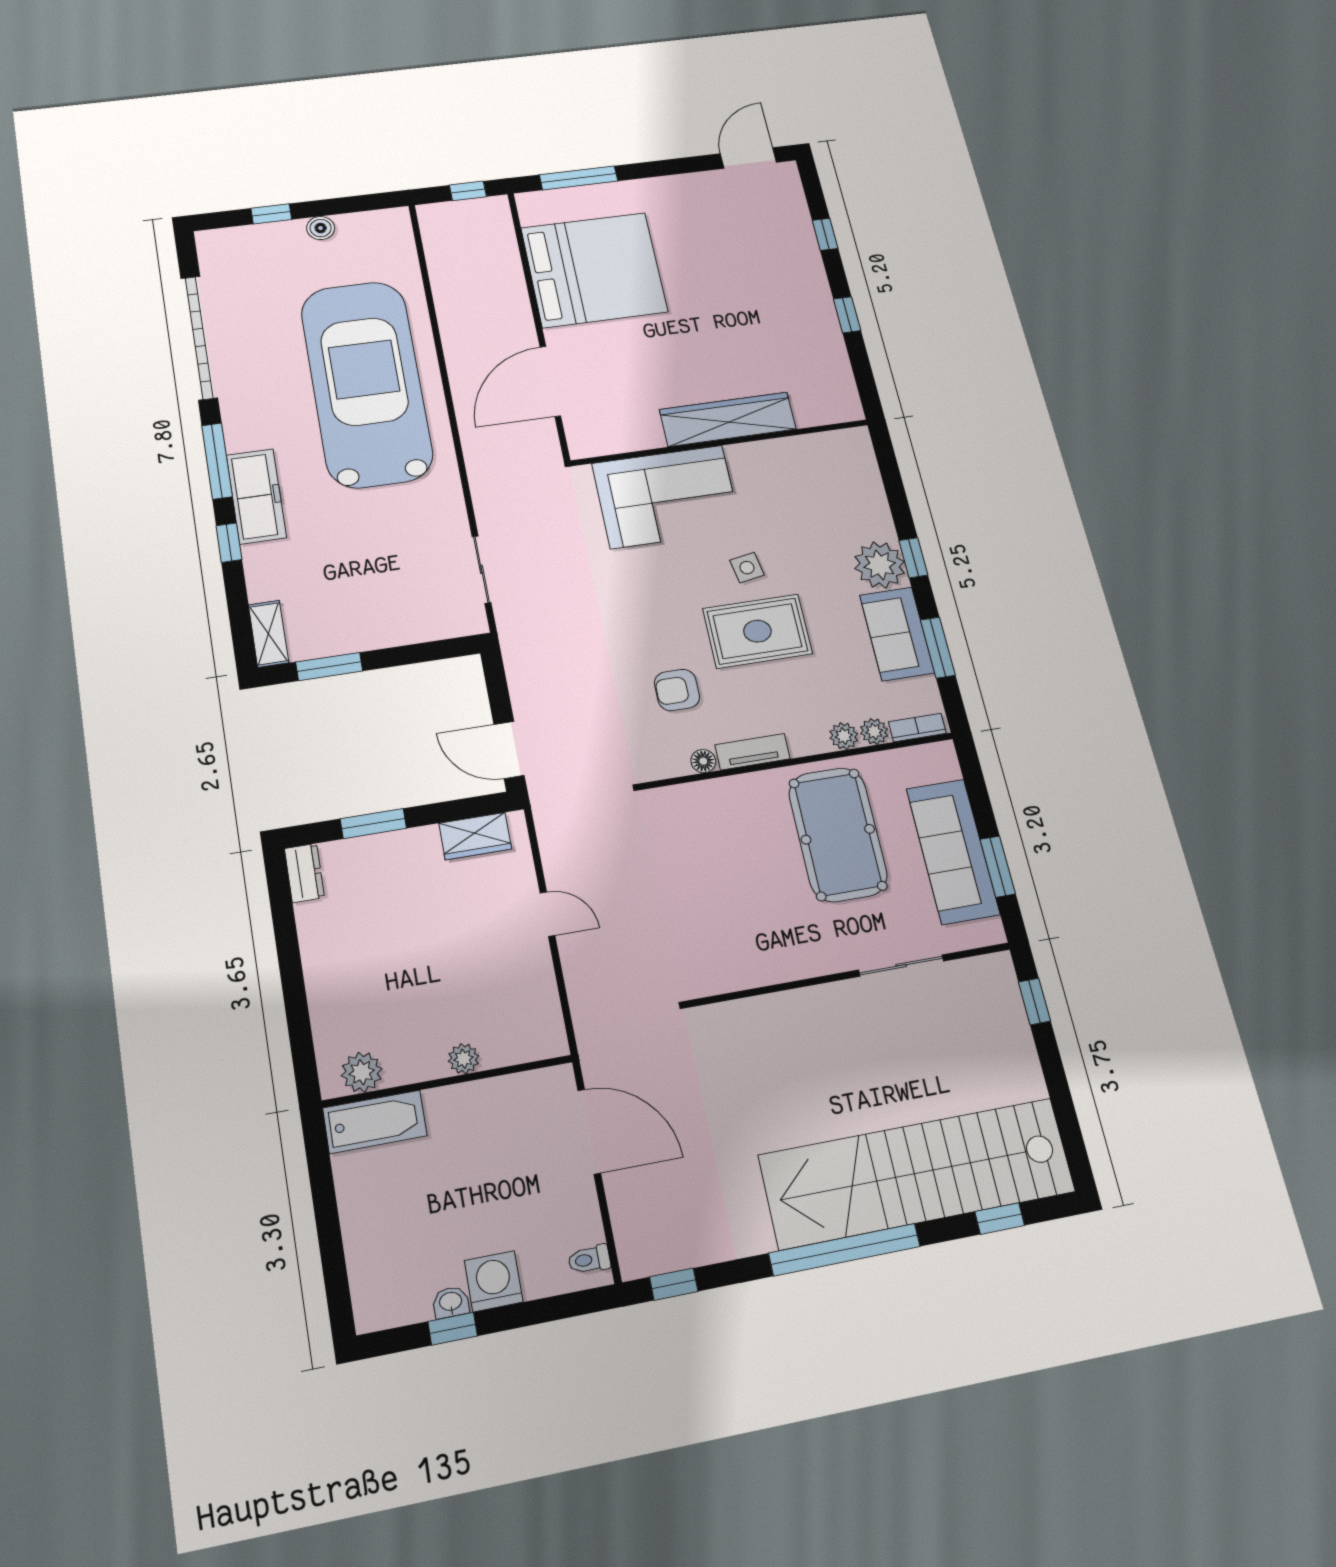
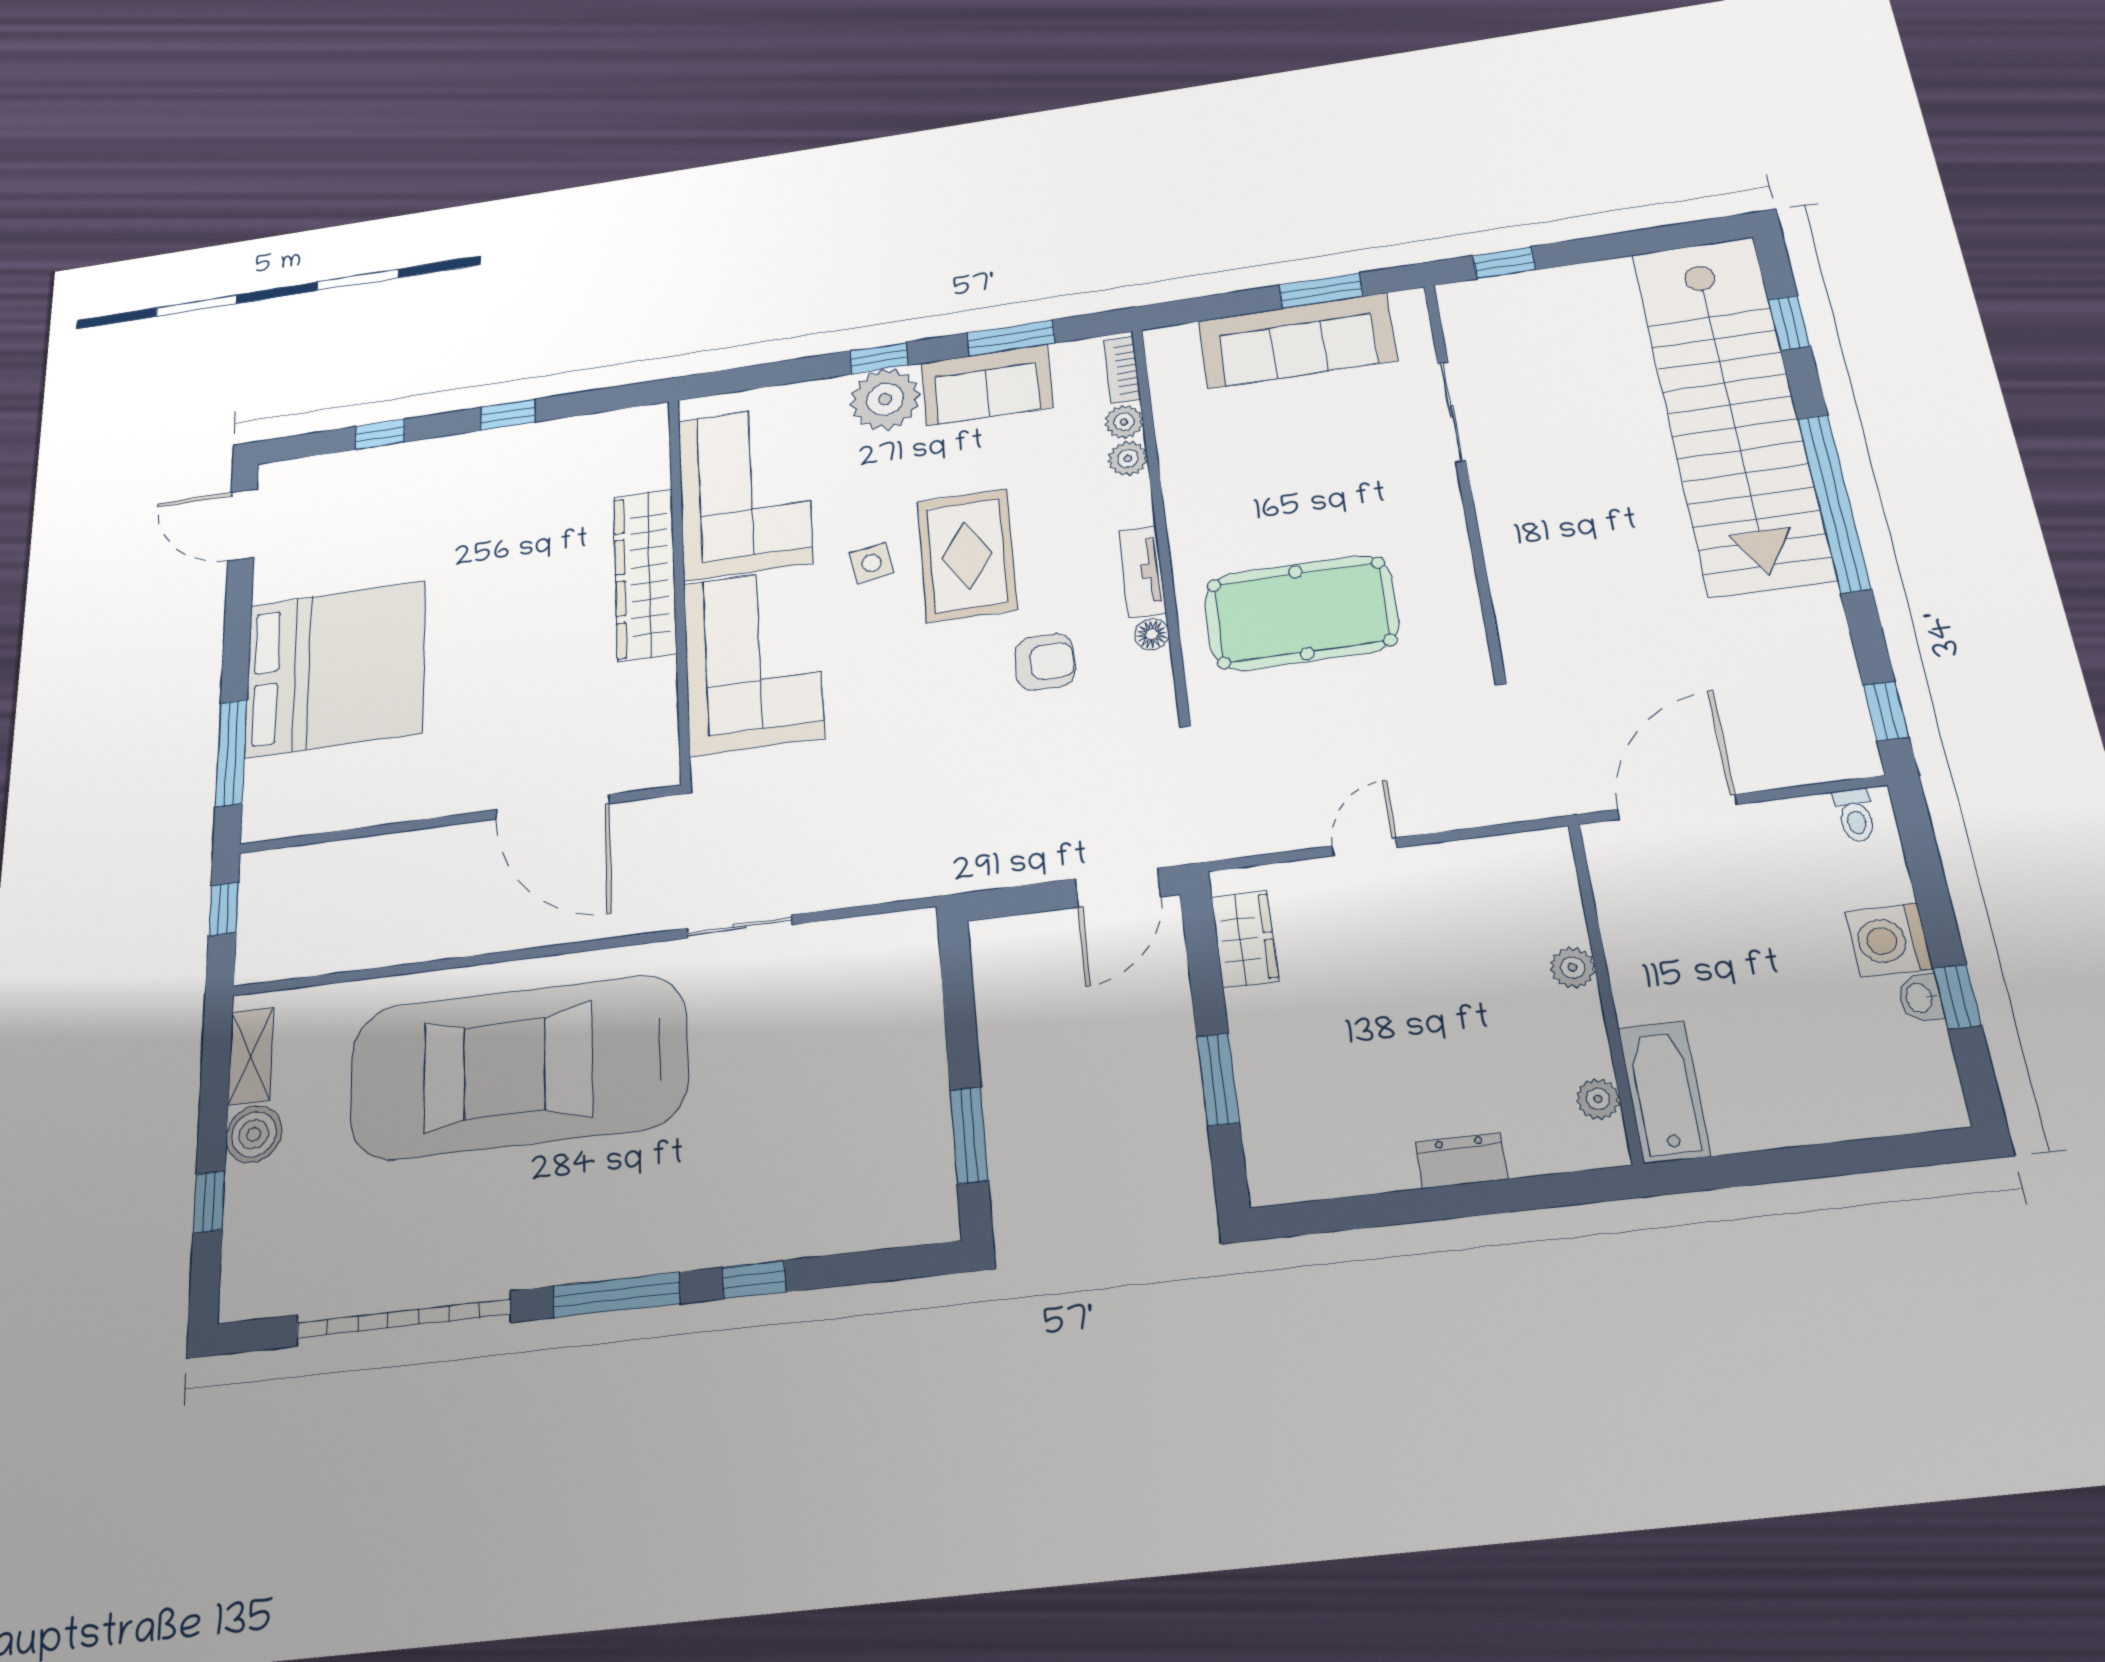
boiler: (321, 228) -> (254, 1134), width x1.36, depth x1.36
bed: (594, 270) -> (336, 669), moved, turned 90
corner sofa: (798, 478) -> (745, 491), added
freezer: (256, 496) -> (682, 1236), removed
sliding door: (481, 569) -> (739, 927), moved
shelving: (269, 634) -> (251, 1056), moved, turned 90
armchair: (677, 690) -> (1045, 662), turned -90
pool table: (838, 834) -> (1301, 613), moved
dresser: (304, 873) -> (1461, 1161), moved
plant: (362, 1072) -> (1598, 1099), width x0.73, depth x0.73

